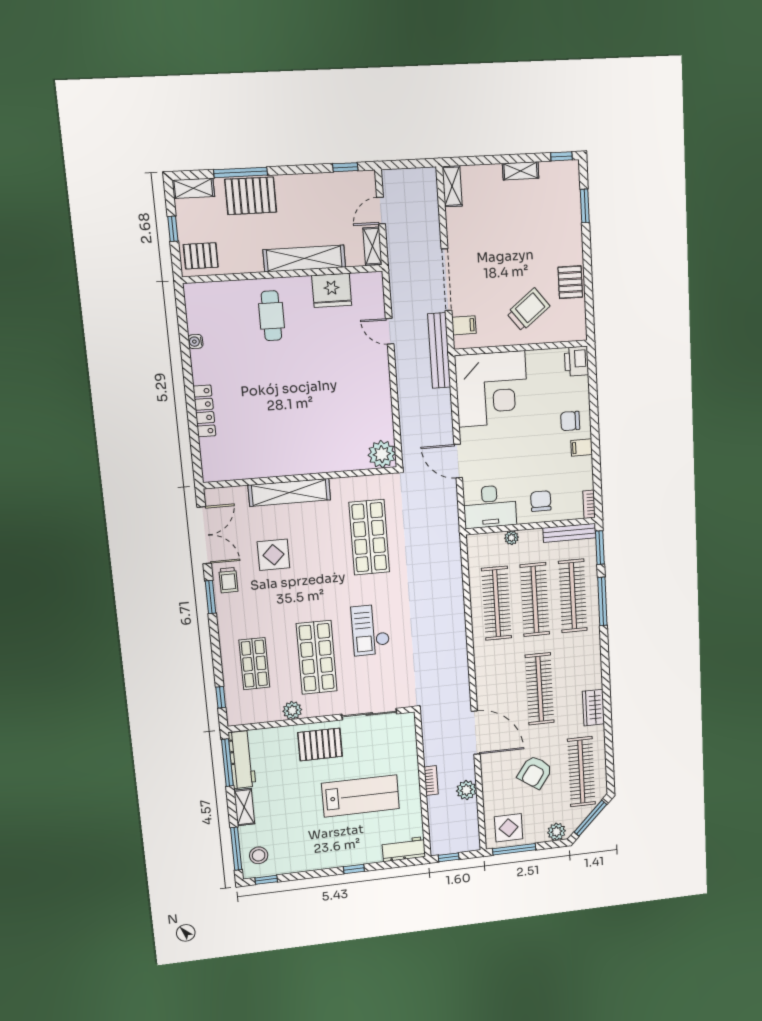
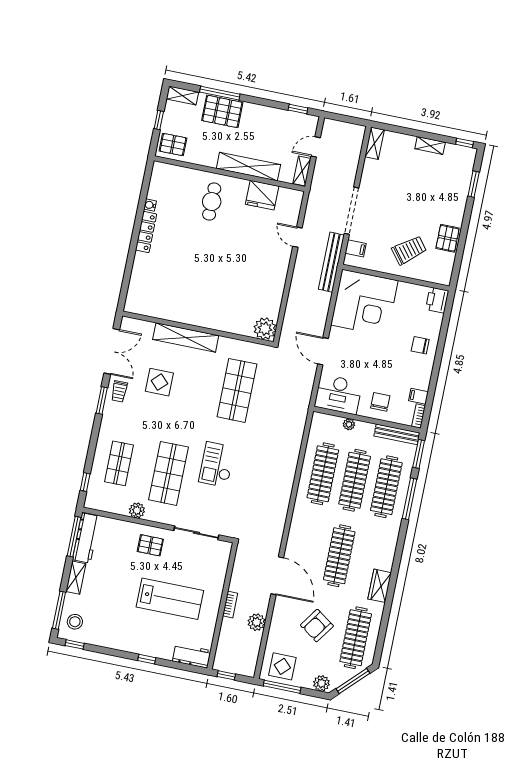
locker: (204, 411) -> (146, 232), moved
filing cabinet: (582, 448) -> (418, 396), moved
pallet: (320, 744) -> (150, 545), width x0.67, depth x0.71

